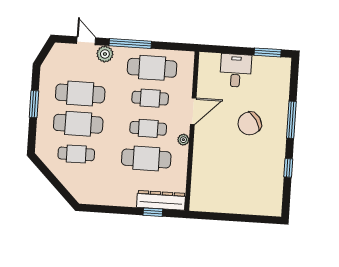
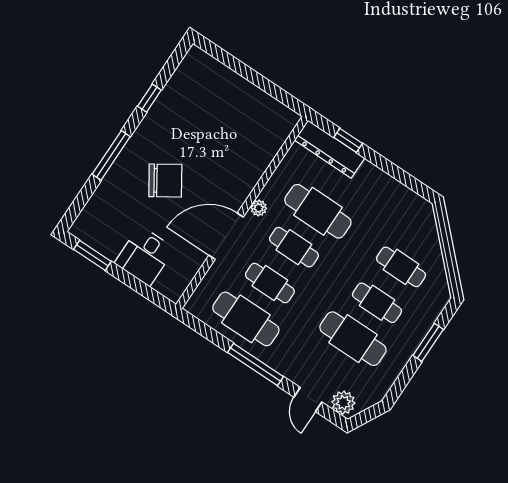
plant: (105, 54) -> (343, 403), moved
window: (34, 104) -> (428, 342), moved
door: (193, 111) -> (226, 236), width x1.36
cafe table: (78, 124) -> (377, 303), width x0.73, depth x0.74

